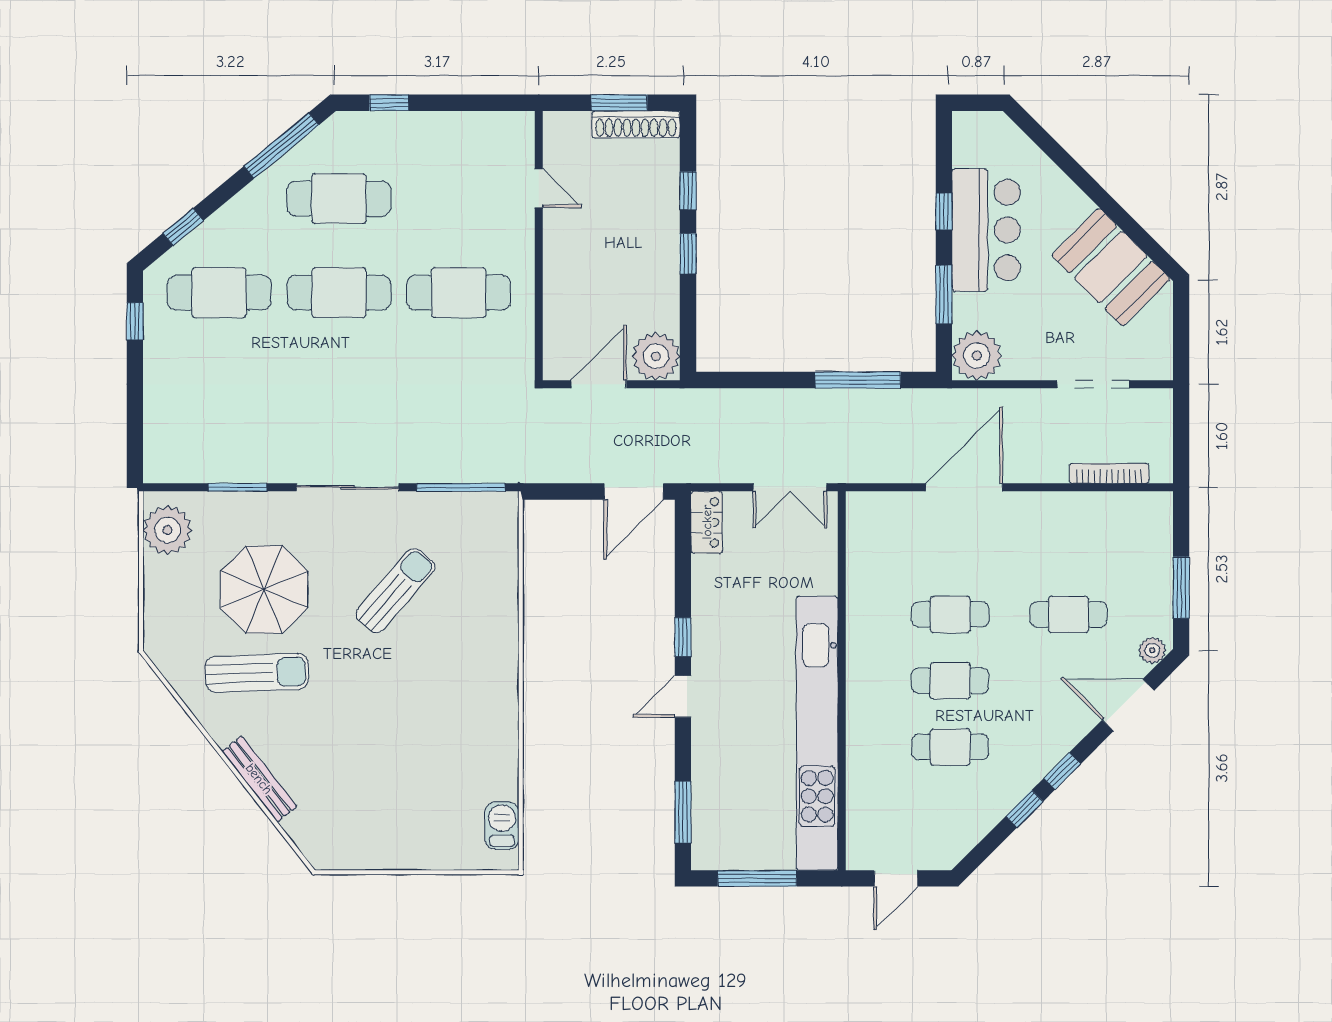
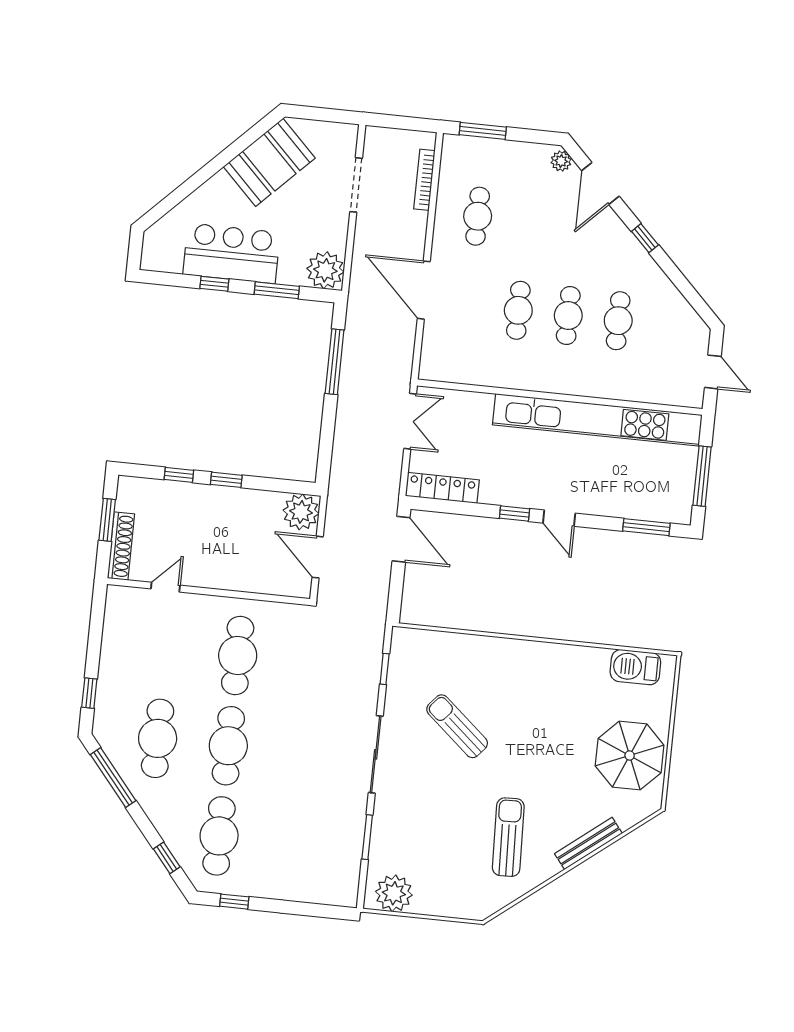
shoe rack: (636, 124) -> (121, 546), moved
window: (461, 487) -> (385, 669), width x0.46
locker: (707, 522) -> (442, 488), width x1.53
window: (1181, 587) -> (483, 131), moved
parasol: (264, 590) -> (630, 756), moved
cafe table: (1068, 614) -> (478, 216), moved
window: (1024, 809) -> (670, 270), removed
barbecue: (502, 826) -> (635, 667), width x1.38, depth x1.27

